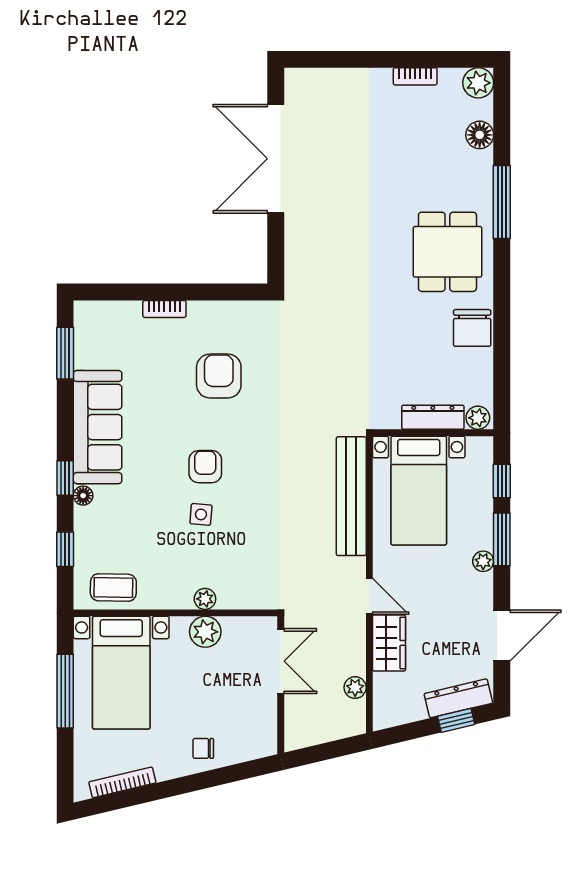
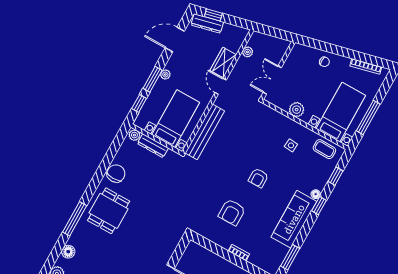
side table: (201, 514) -> (291, 145), moved
plant: (205, 599) -> (289, 123), removed

